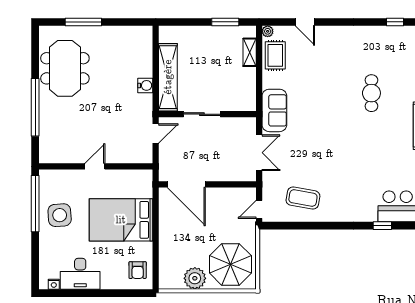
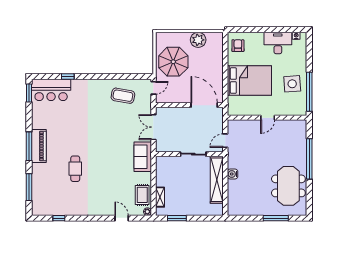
parasol: (230, 264) -> (173, 62), moved

